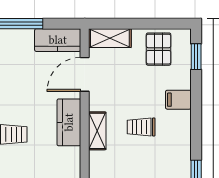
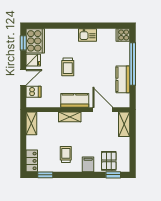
kitchen counter: (58, 40) -> (123, 79), moved
pallet: (159, 49) -> (109, 161), moved, turned 90
trolley: (141, 127) -> (66, 154), moved

